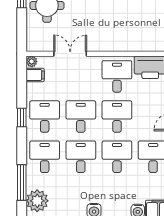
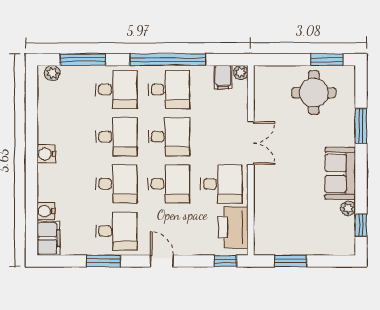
double door: (70, 54) -> (251, 143), moved
window: (22, 117) -> (168, 60), width x3.17
plant: (37, 201) -> (52, 73), width x0.53, depth x0.53

